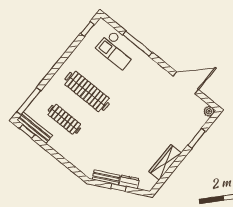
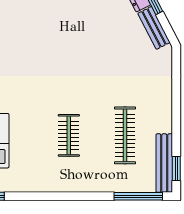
clothes rail: (87, 91) -> (69, 135), width x0.54, depth x0.76

